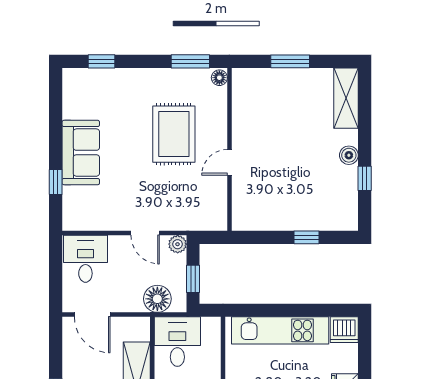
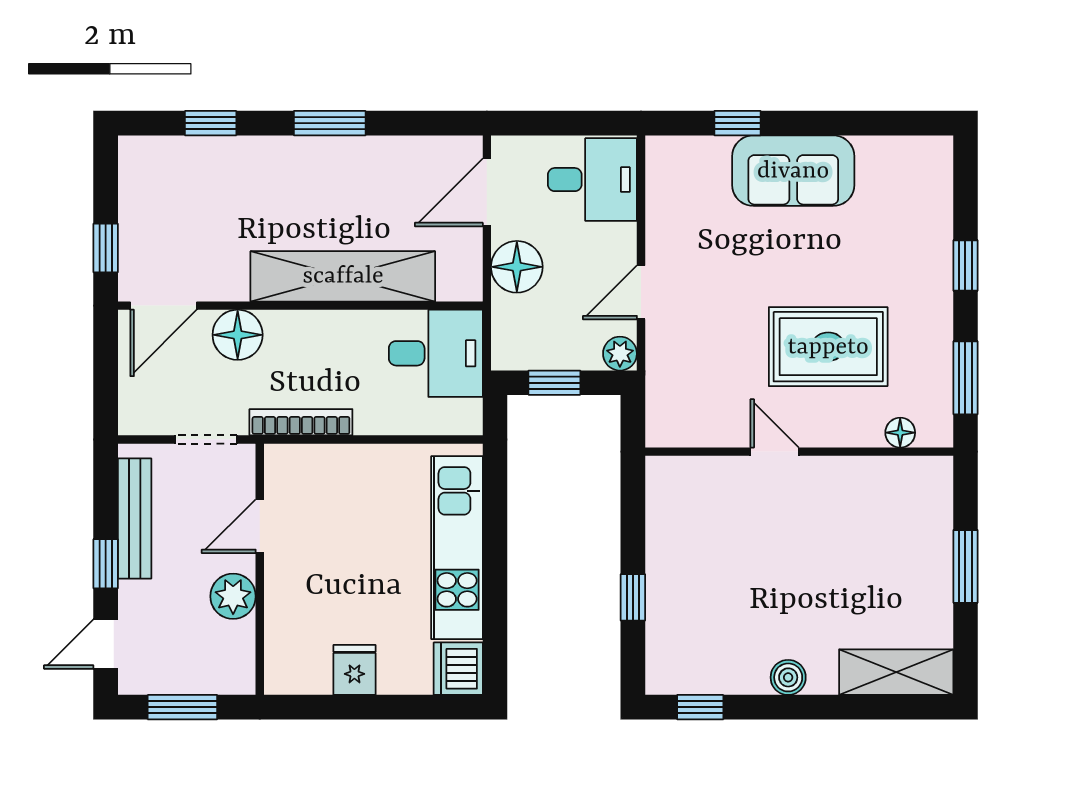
window: (102, 61) -> (965, 265), moved
floor lamp: (219, 78) -> (900, 433), moved
window: (365, 178) -> (700, 707), moved
floor lamp: (157, 299) -> (517, 267), moved

